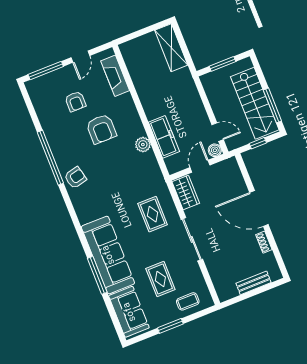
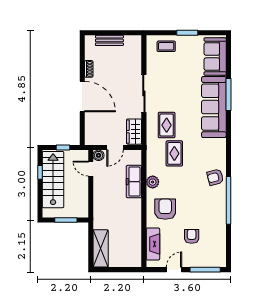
window: (272, 105) -> (40, 172), width x0.46
armchair: (101, 129) -> (165, 209), moved
rug: (160, 279) -> (174, 153), moved

